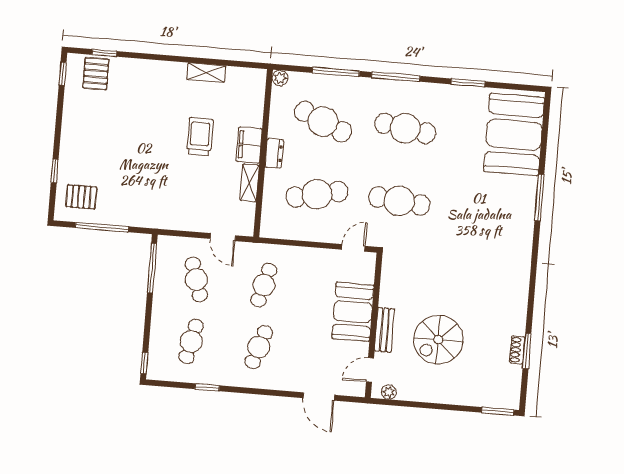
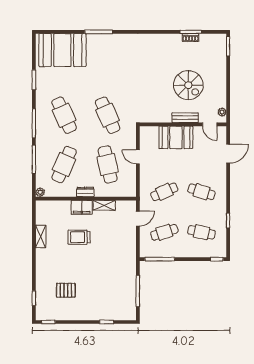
pallet: (96, 74) -> (66, 290), moved
cafe table: (405, 128) -> (64, 115), turned -33
pallet: (81, 197) -> (121, 305), removed
cafe table: (399, 201) -> (108, 115), turned -30
door: (353, 248) -> (138, 157), moved
cafe table: (264, 285) -> (164, 192), turned -39

